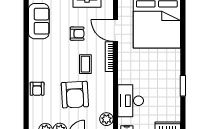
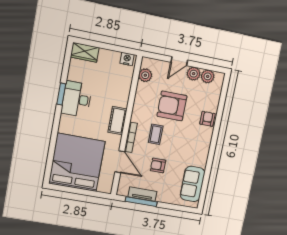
cot: (125, 70) -> (117, 121), added
armchair: (75, 95) -> (172, 106), turned -87
desk: (131, 101) -> (77, 99), moved, turned 180

